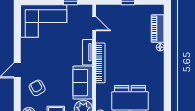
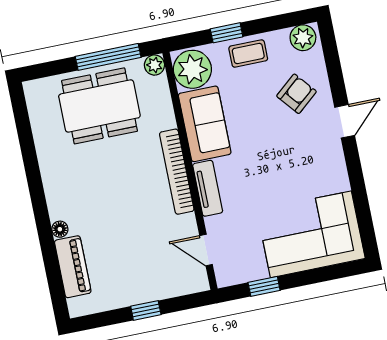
armchair: (37, 88) -> (297, 94), turned -100

